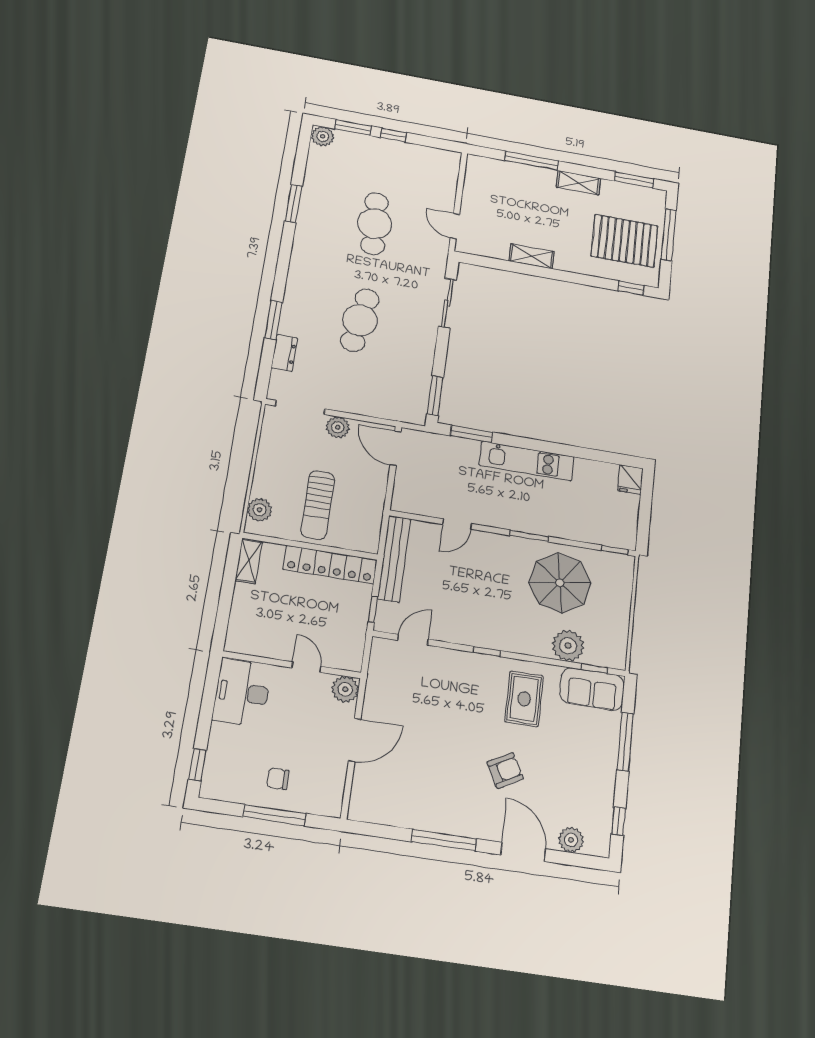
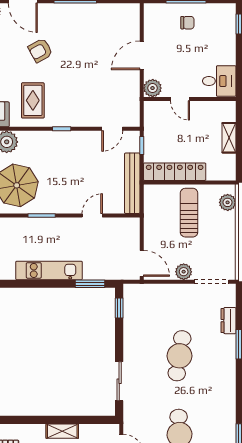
window: (435, 396) -> (119, 308), width x0.67
shelving: (249, 561) -> (229, 138), moved
desk: (242, 693) -> (219, 81), width x0.73

